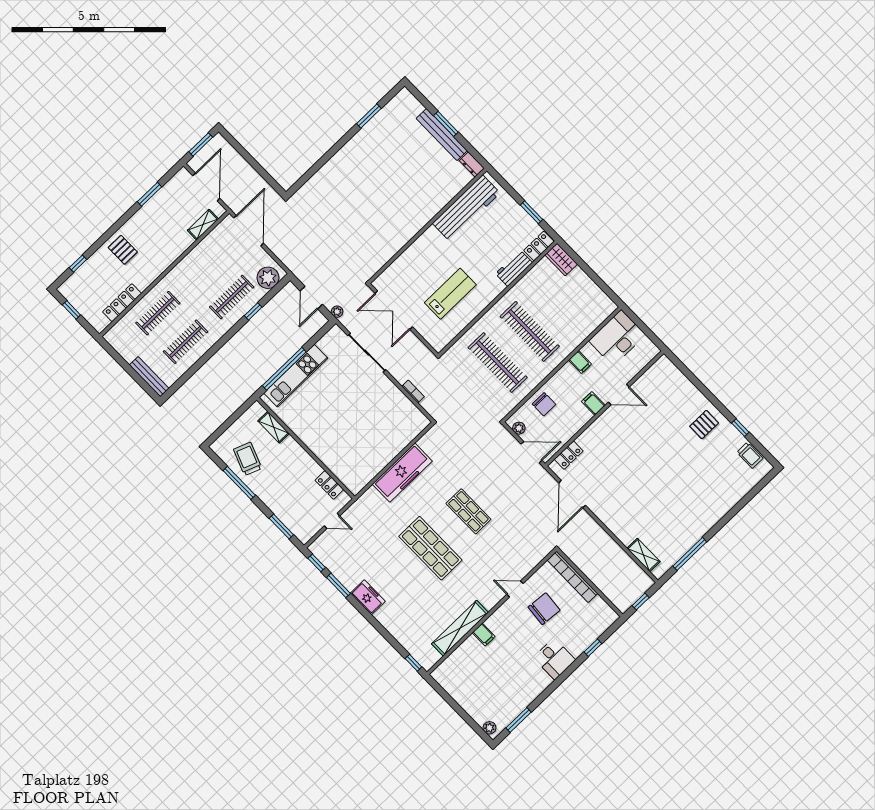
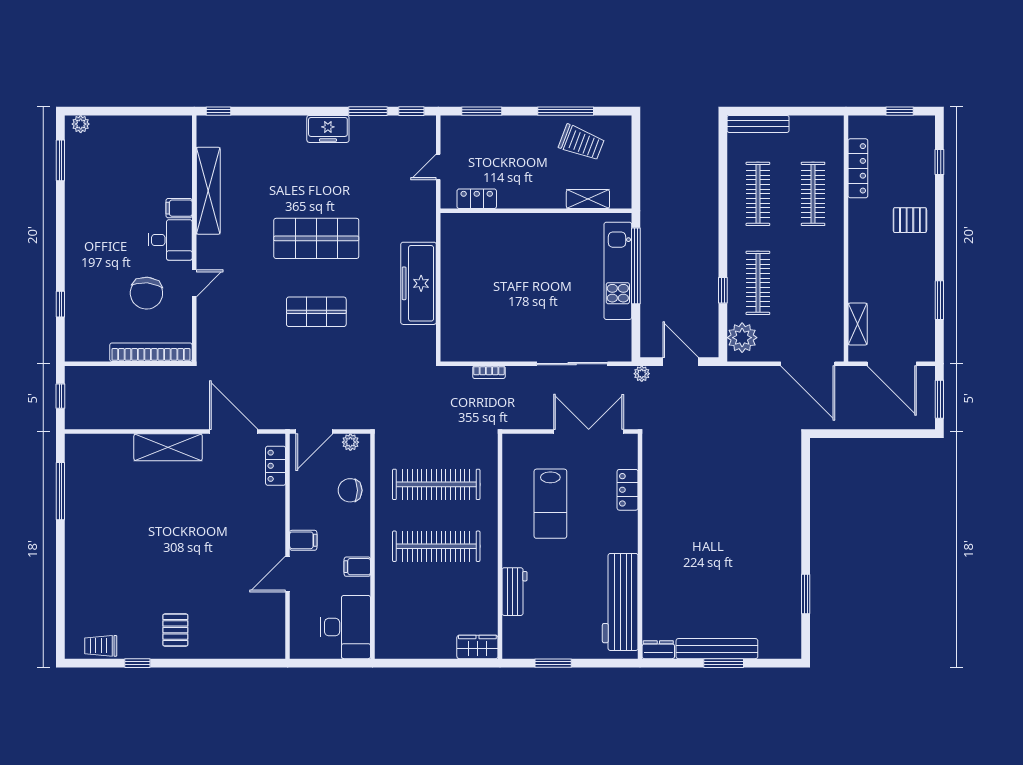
locker: (539, 246) -> (628, 490), moved, turned 180
shelving: (643, 555) -> (168, 447), moved, width x1.50, depth x1.33
desk: (554, 659) -> (170, 240), moved, turned 180

